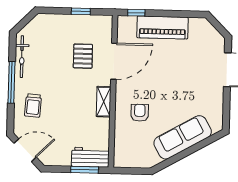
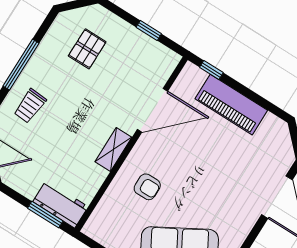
pallet: (83, 56) -> (87, 49), moved
bicycle: (22, 57) -> (50, 42), removed
armchair: (140, 113) -> (147, 187), turned 90

